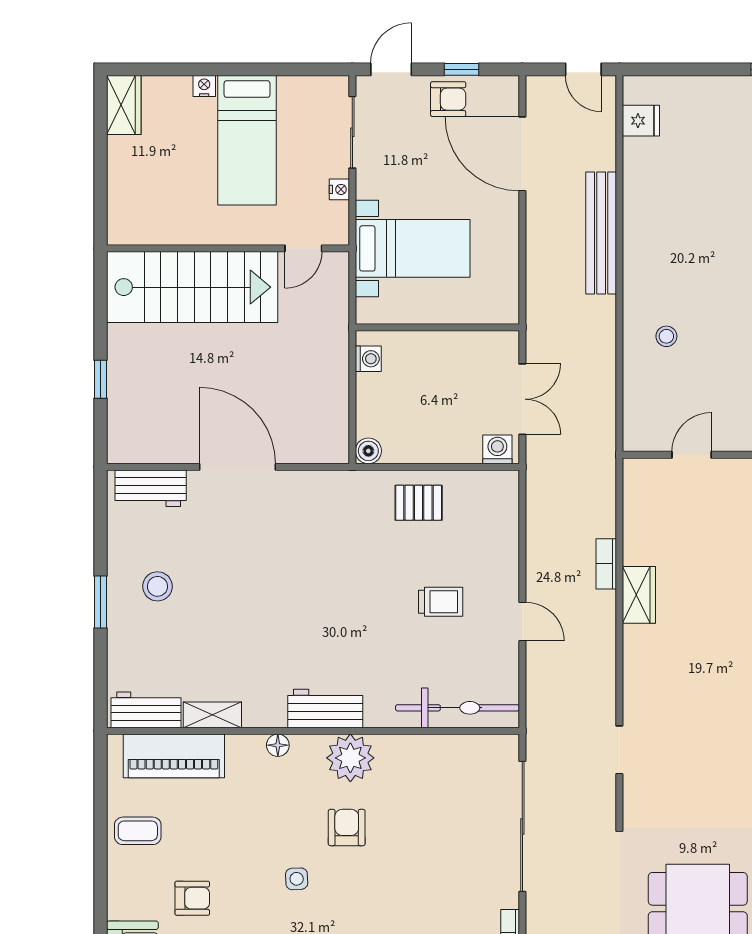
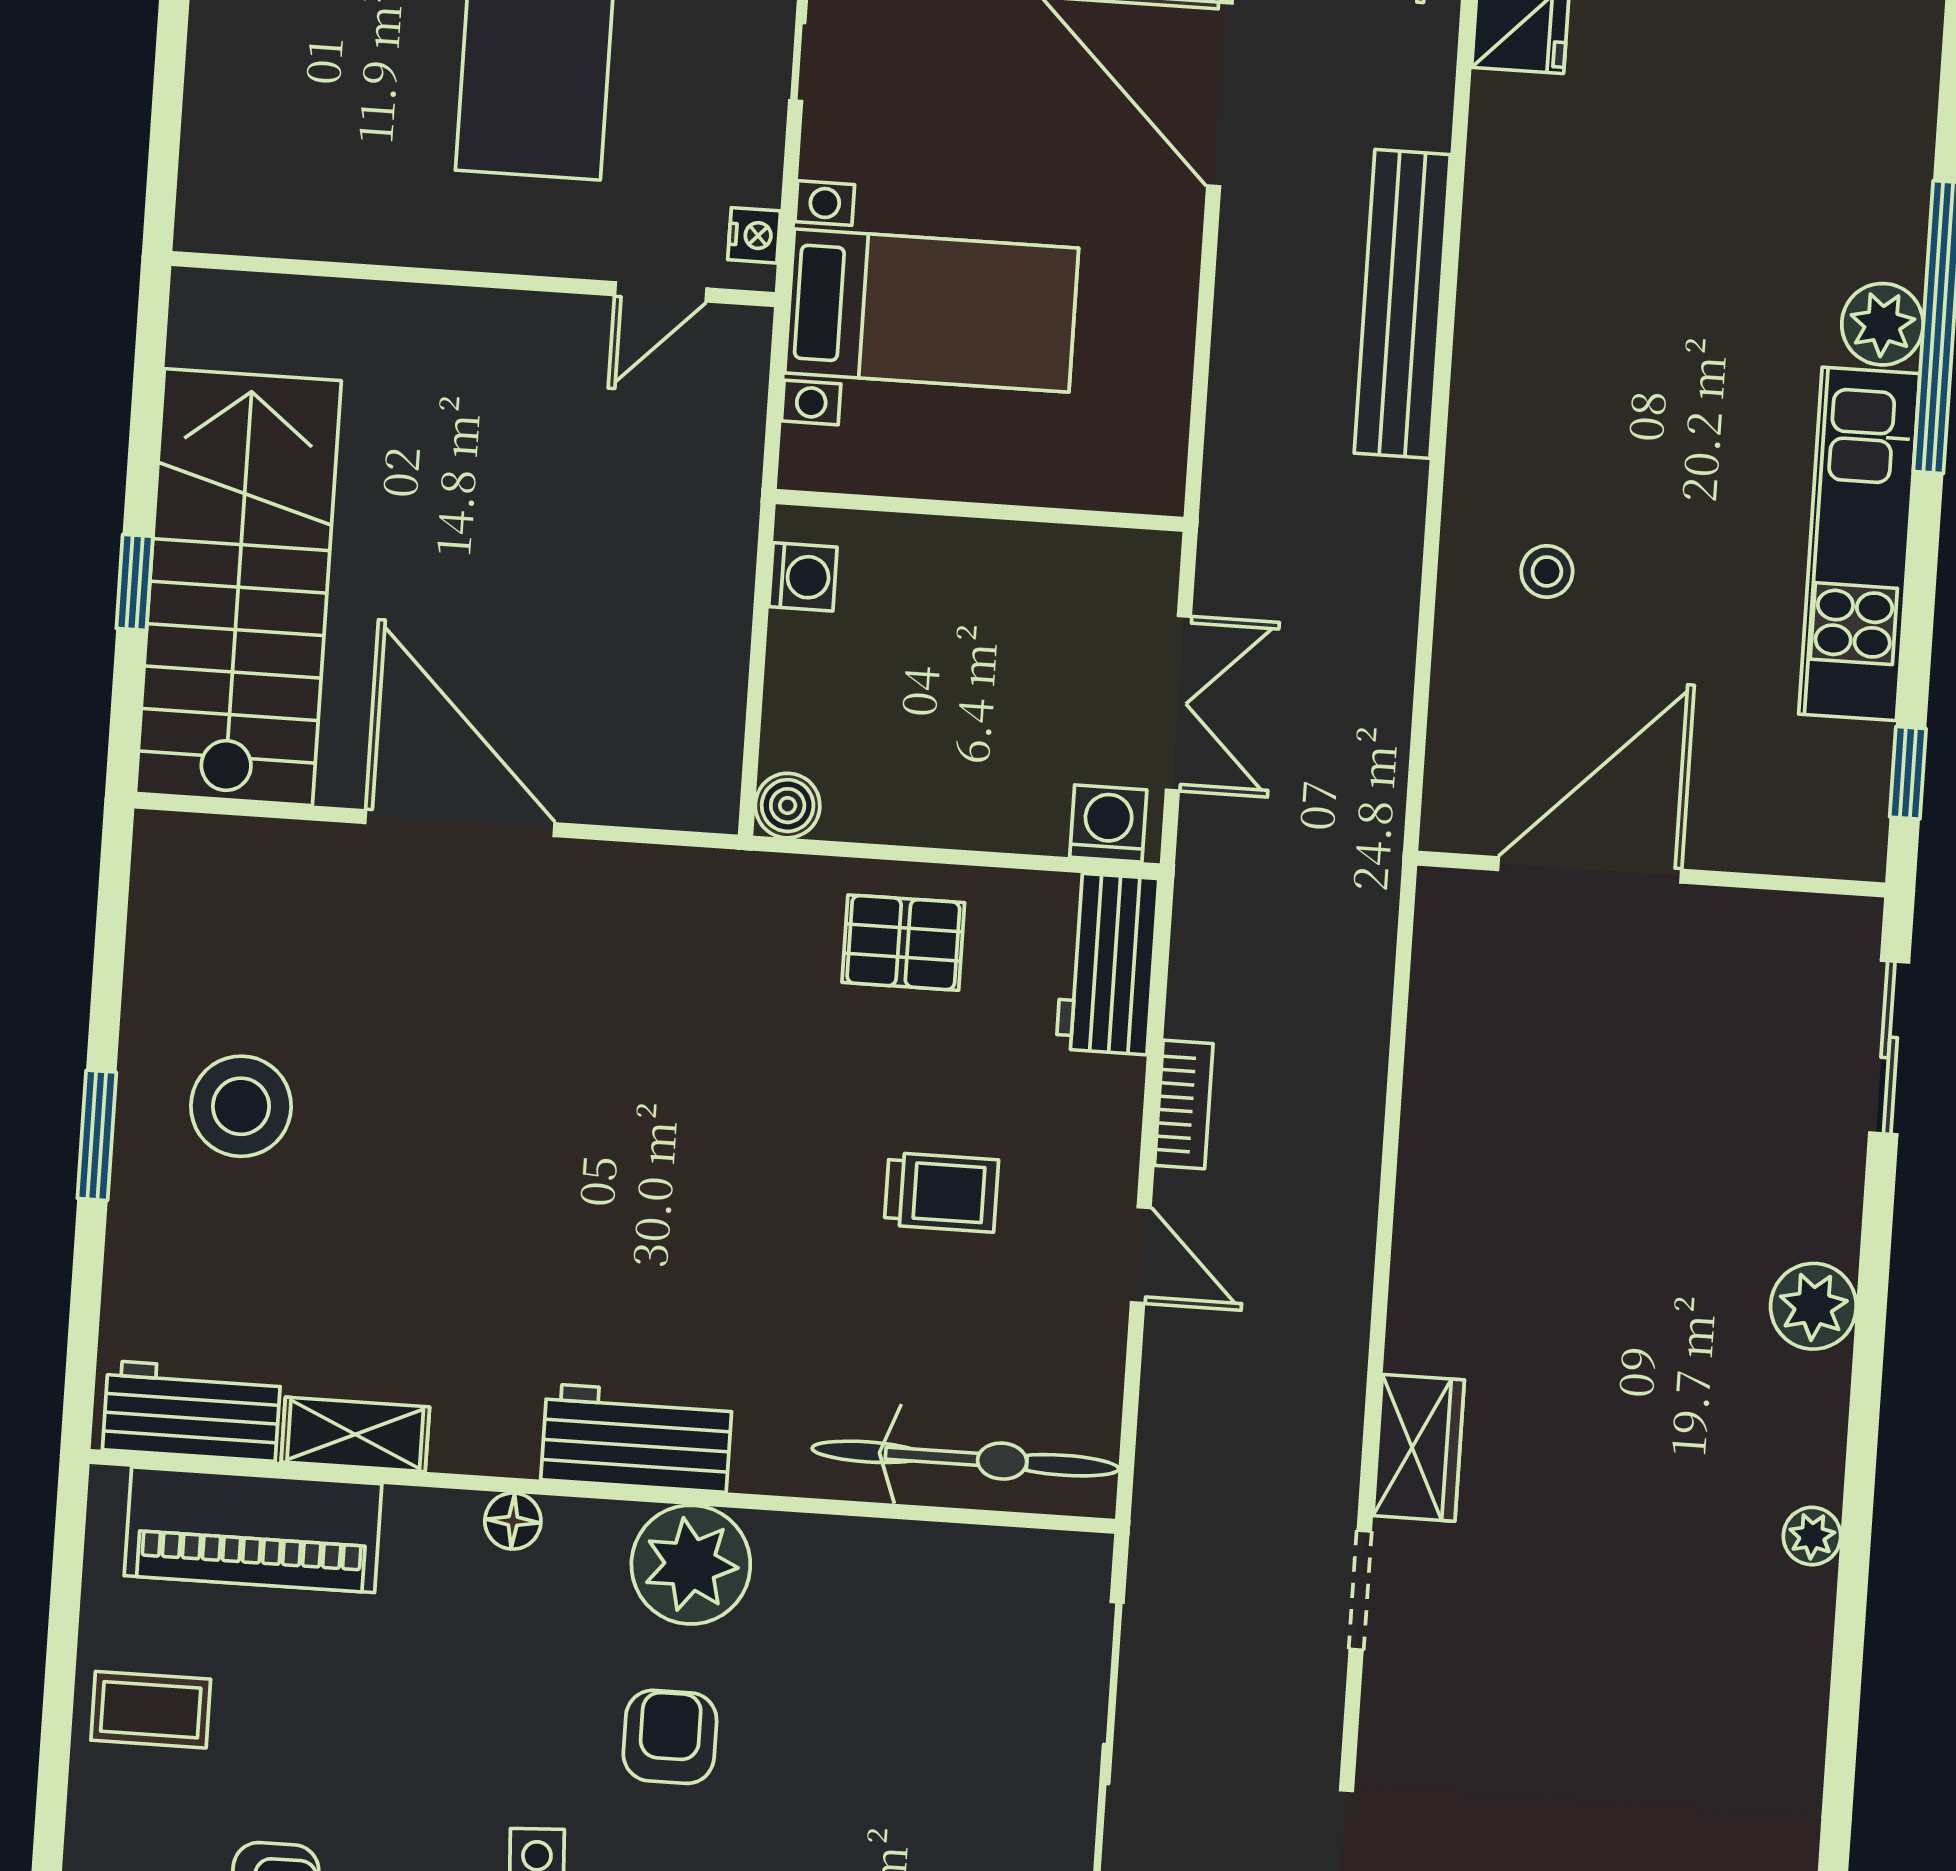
nightstand: (339, 189) -> (754, 235), moved
stairs: (192, 287) -> (238, 587), moved, turned -90
door: (692, 455) -> (1590, 870), width x1.87
workbench: (151, 488) -> (1107, 964), moved, turned 90
bookcase: (606, 564) -> (1184, 1104), moved, turned 180
stool: (157, 586) -> (241, 1106), width x1.38, depth x1.38
wardrobe: (639, 595) -> (1419, 1448), moved

